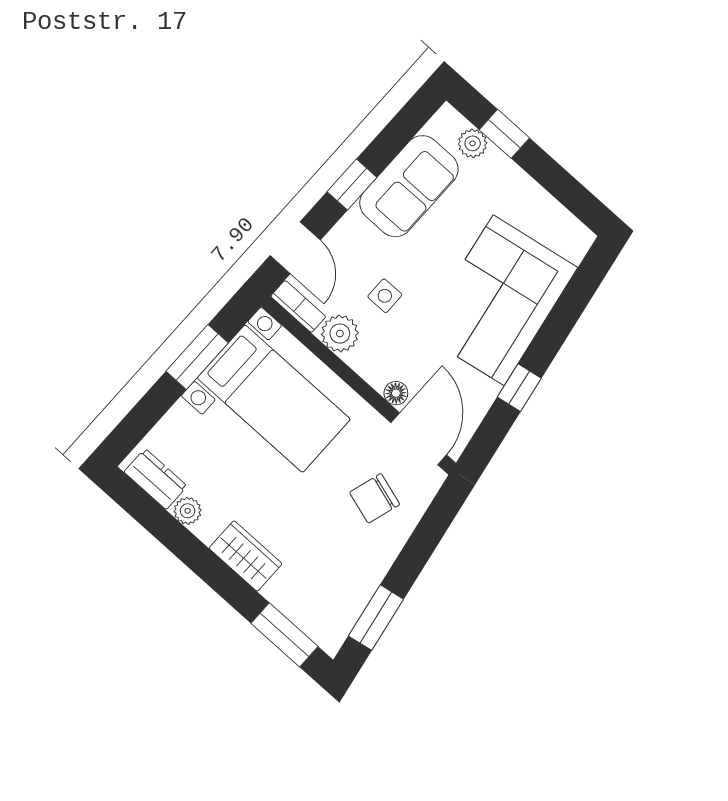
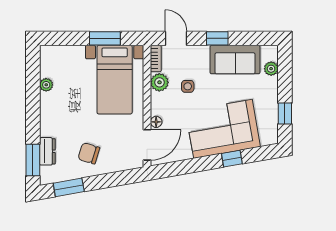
window: (504, 134) -> (285, 113), moved
door: (295, 248) -> (176, 38), swing flipped
window: (519, 388) -> (232, 159), moved
dresser: (156, 479) -> (47, 151), moved
chair: (375, 498) -> (89, 153), moved
wardrobe: (246, 556) -> (49, 120), removed

